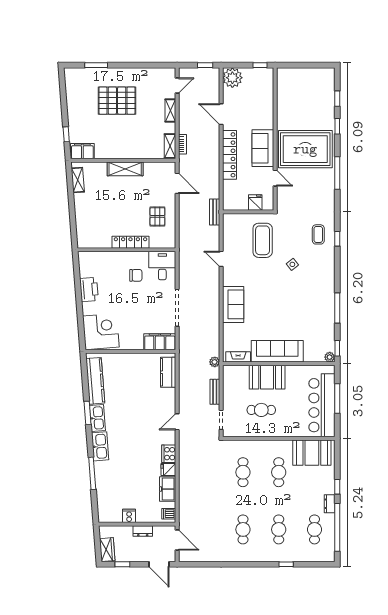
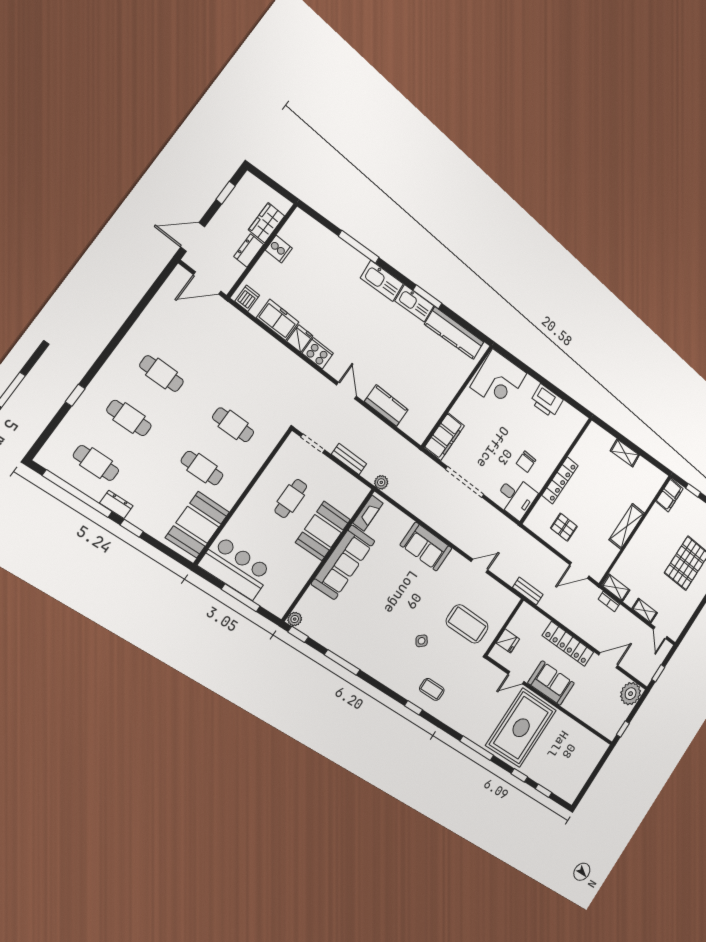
shelving: (78, 180) -> (625, 453), moved
kitchen counter: (168, 372) -> (386, 406), moved
bar counter: (322, 405) -> (236, 568), width x0.73
wardrobe: (107, 550) -> (267, 223), moved, turned 94

